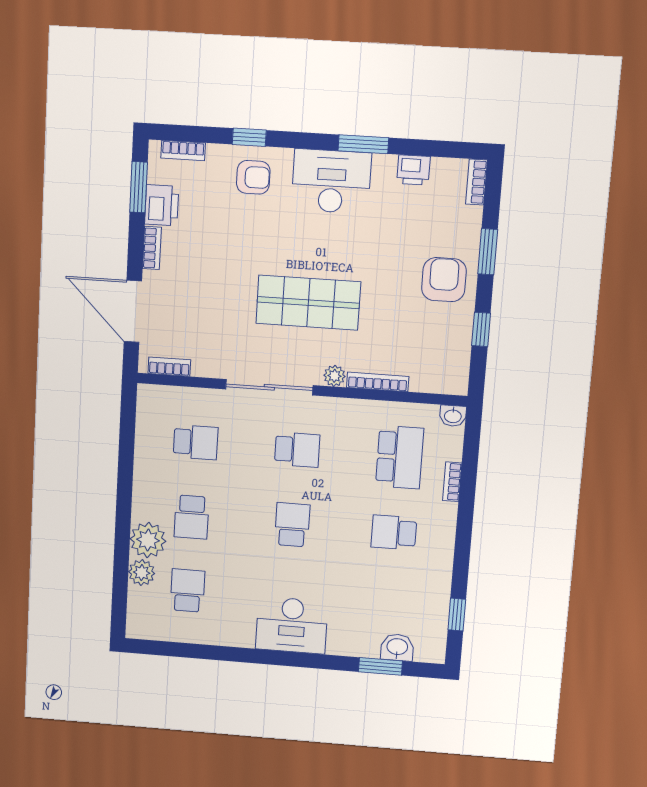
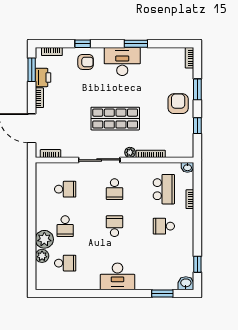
printer: (413, 170) -> (160, 54), removed
school desk: (297, 450) -> (114, 189), turned 90
school desk: (188, 591) -> (65, 263), turned 90
washbasin: (397, 647) -> (186, 283), moved

